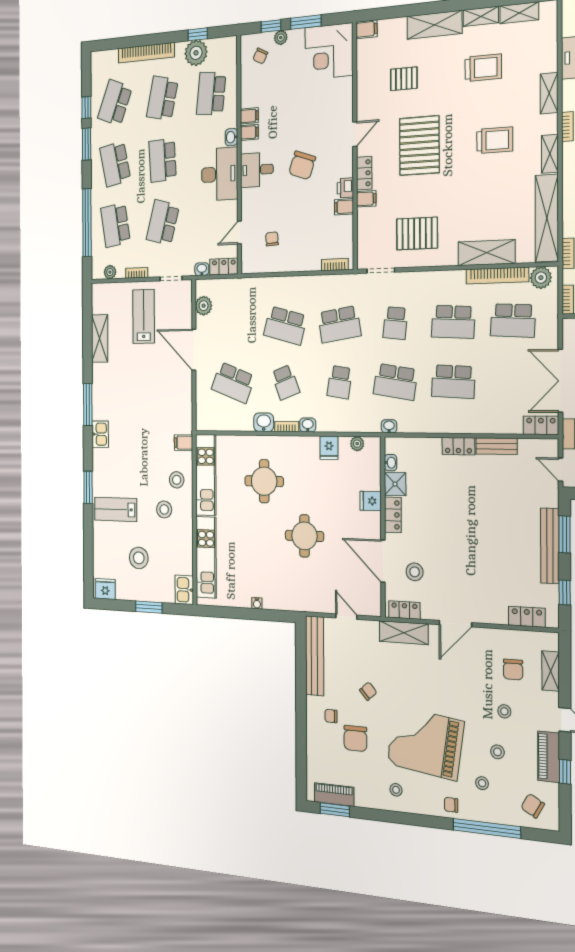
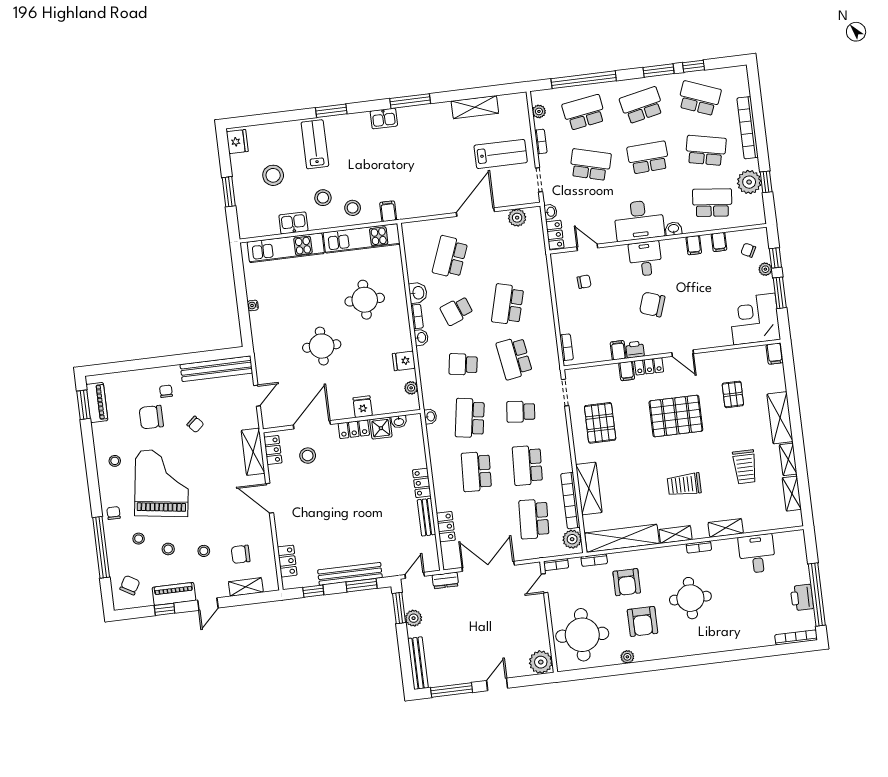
filing cabinet: (249, 132) -> (719, 242), moved
trolley: (495, 140) -> (684, 485), turned 90
locker: (541, 425) -> (446, 527), moved
kitchen sink: (184, 590) -> (293, 223), moved

